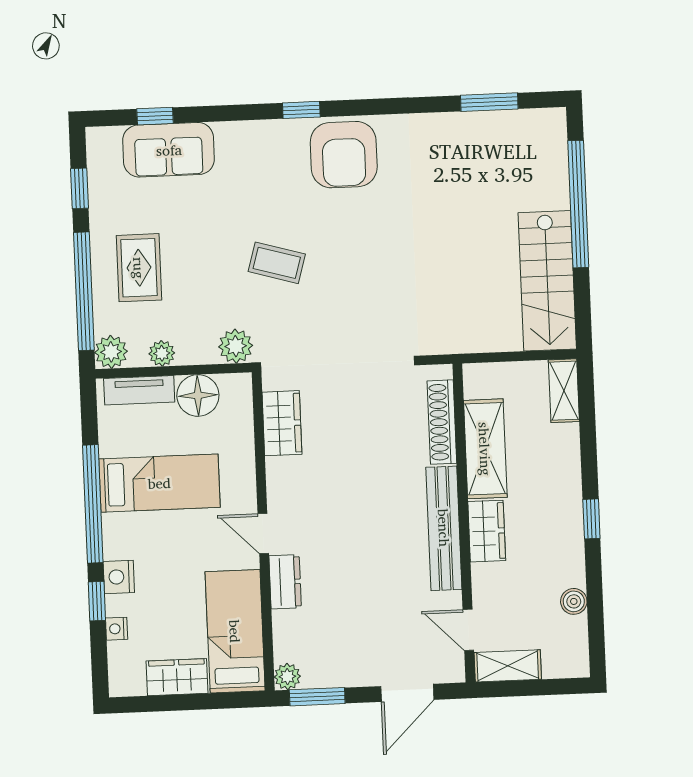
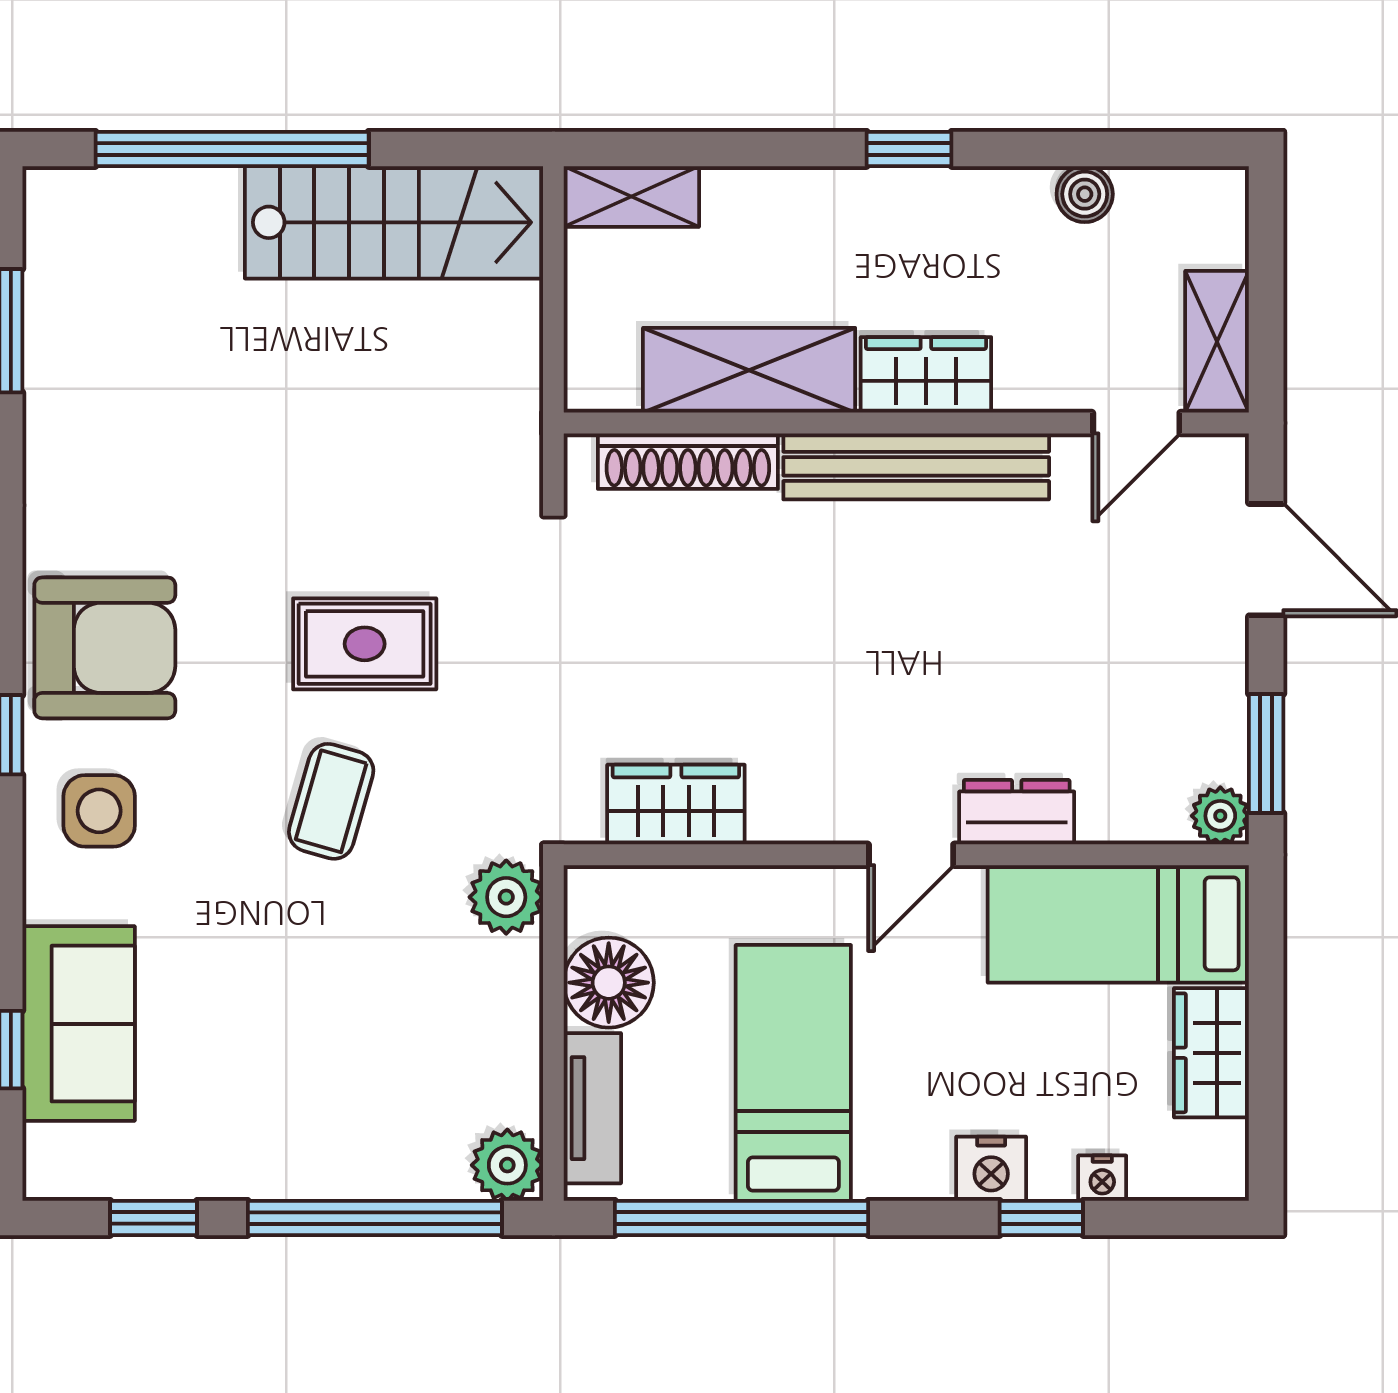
side table: (268, 155) -> (99, 811), added
rug: (139, 268) -> (365, 644), moved
plant: (162, 353) -> (515, 1056), removed
window: (93, 504) -> (742, 1218), moved

